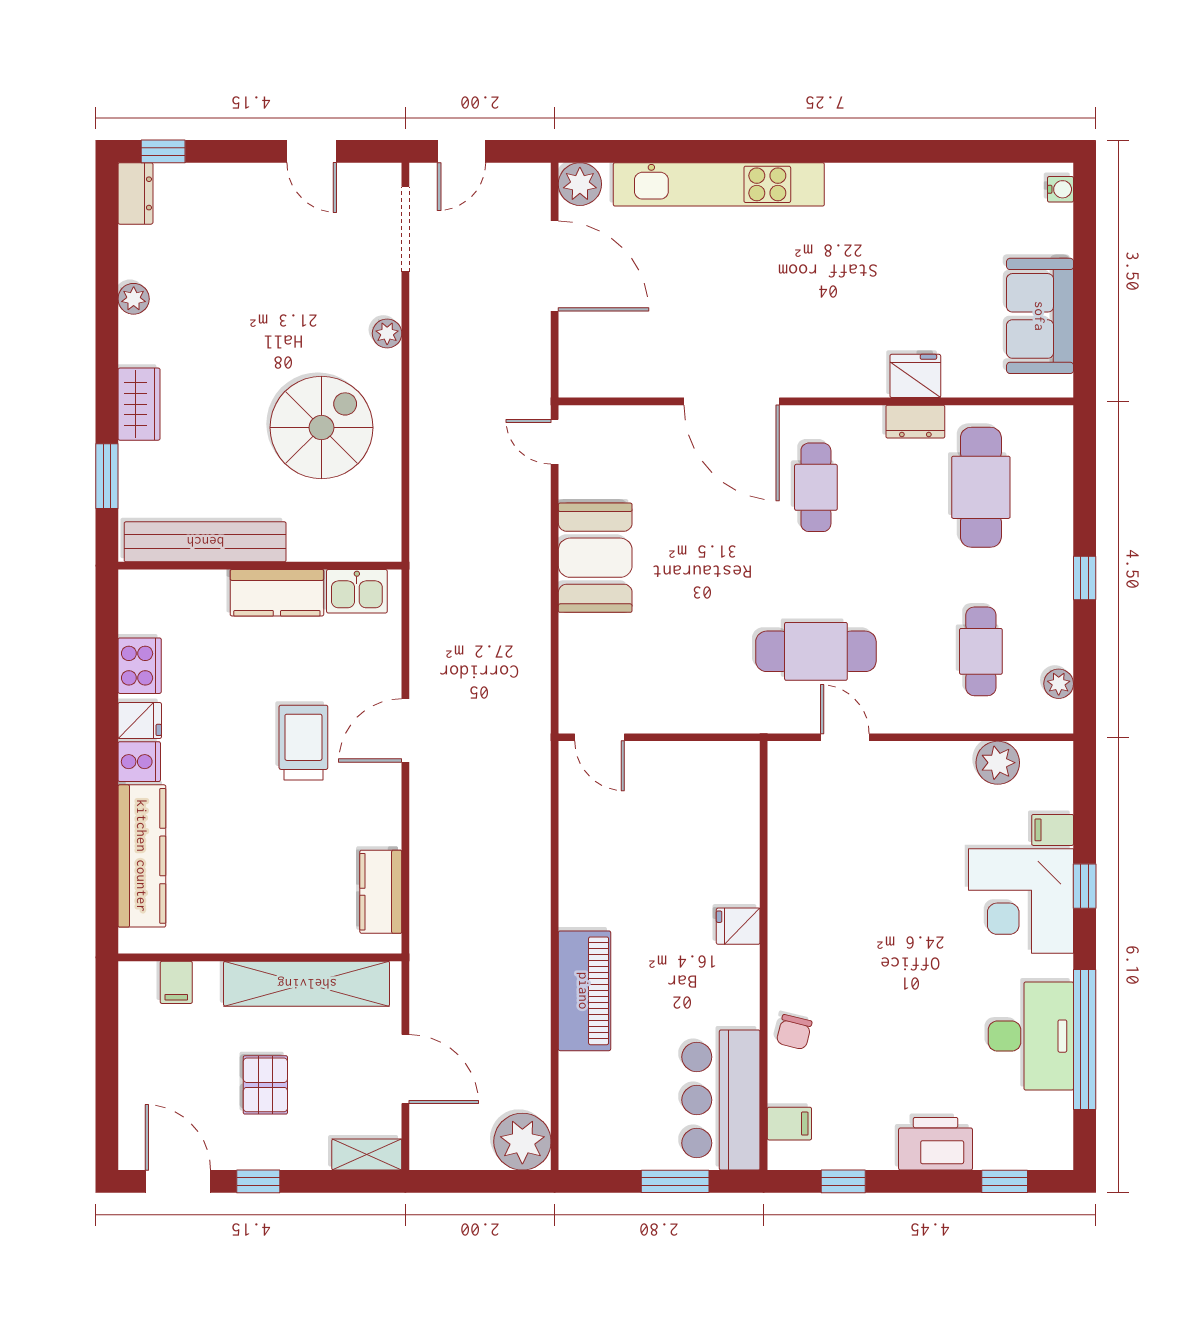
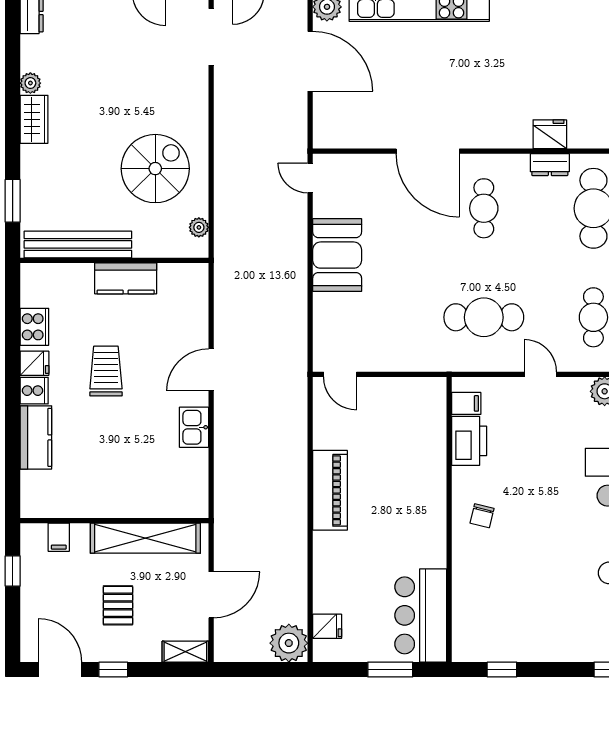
plant: (387, 333) -> (199, 227), moved
wardrobe: (139, 404) -> (34, 119), moved
kitchen sink: (357, 591) -> (194, 427), moved, turned 90
door: (845, 737) -> (540, 374), moved
trolley: (303, 743) -> (106, 371), moved
kitchen counter: (142, 856) -> (36, 437), width x0.67
kitchen counter: (381, 892) -> (195, 477), removed
fridge: (738, 926) -> (327, 626), moved, turned 180
piano: (584, 991) -> (330, 490), moved
chair: (794, 1032) -> (482, 516), moved
window: (107, 1033) -> (13, 571), added
door: (405, 1069) -> (211, 595), hinge flipped
filing cabinet: (789, 1124) -> (466, 403), moved
printer: (936, 1144) -> (469, 441), moved, turned 90

